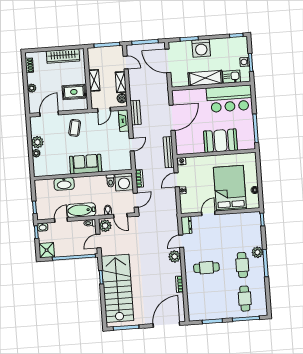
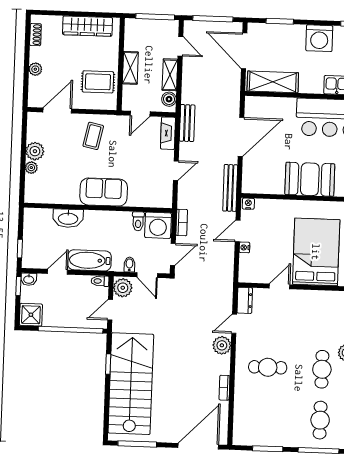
washing machine: (201, 48) -> (319, 38), moved
shelving: (205, 78) -> (273, 82), moved

